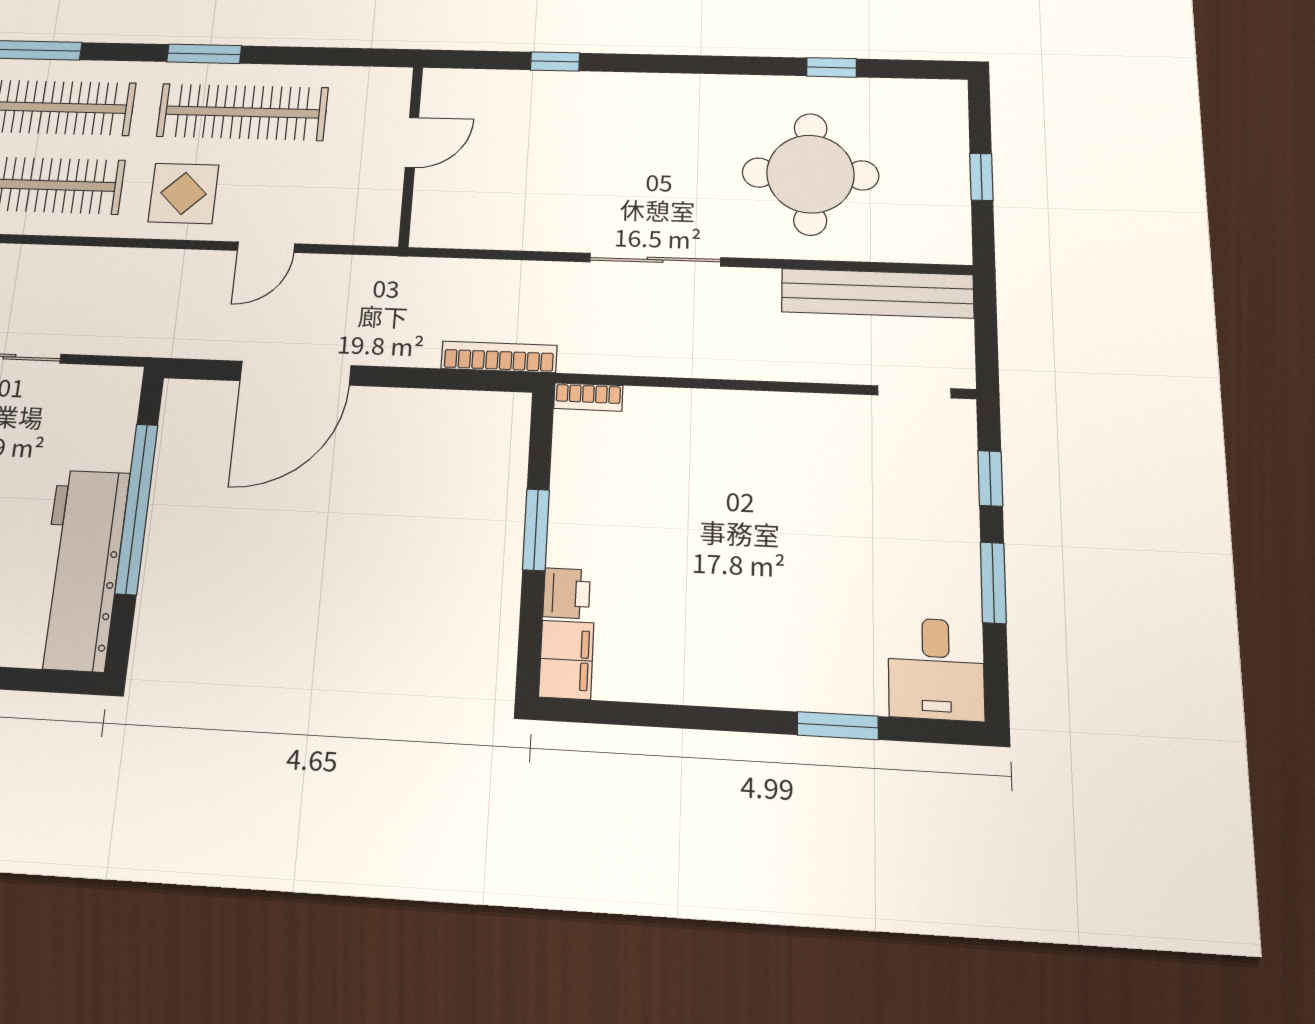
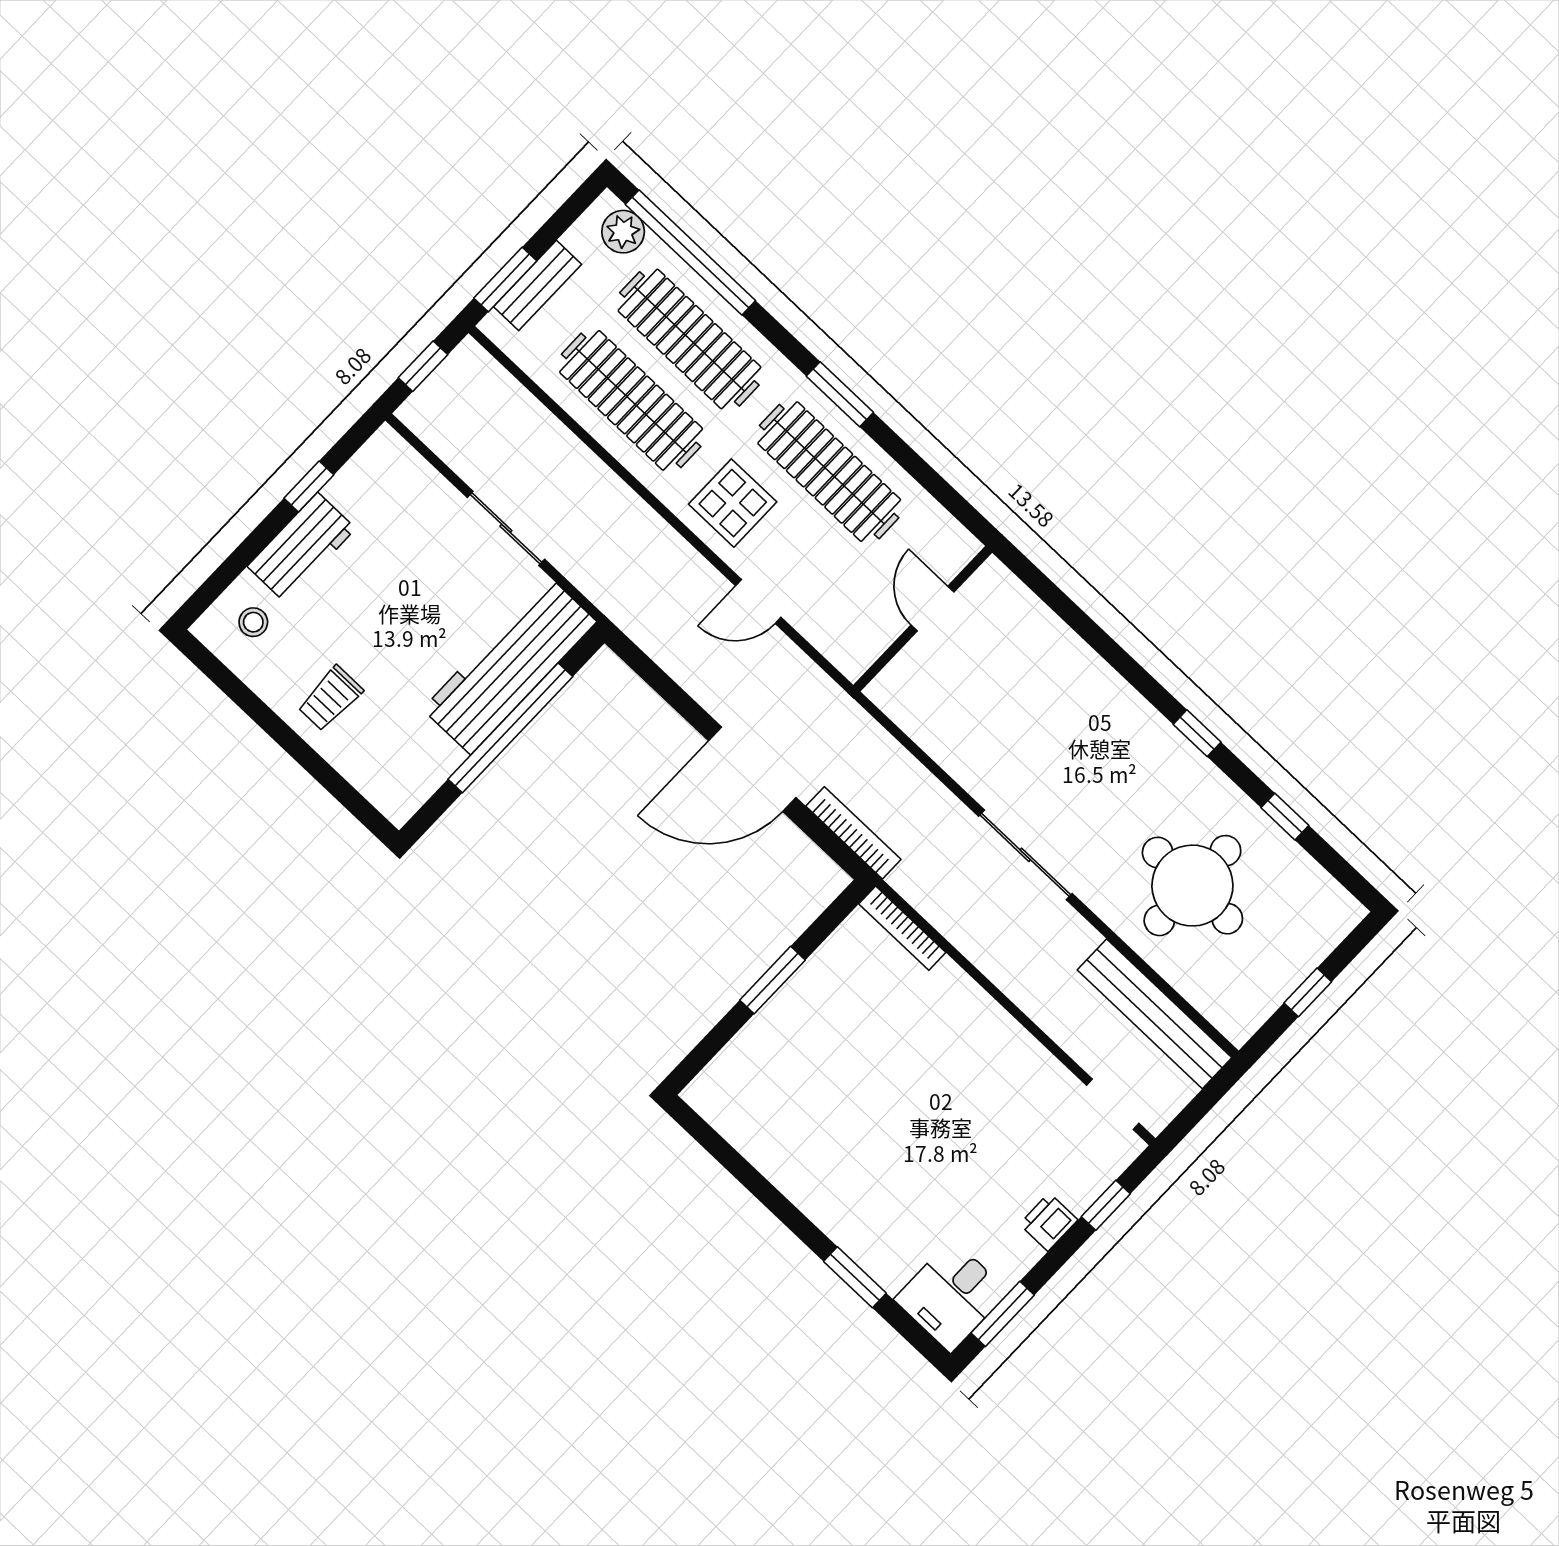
window: (555, 61) -> (1197, 733), moved
door: (412, 143) -> (932, 609), swing flipped
door: (295, 373) -> (752, 769), moved
bookcase: (588, 397) -> (902, 928), width x1.56
workbench: (81, 569) -> (510, 665), moved
window: (993, 583) -> (1003, 1314), moved
printer: (567, 593) -> (1049, 1222), moved, turned 180
filing cabinet: (566, 660) -> (717, 1086), removed

